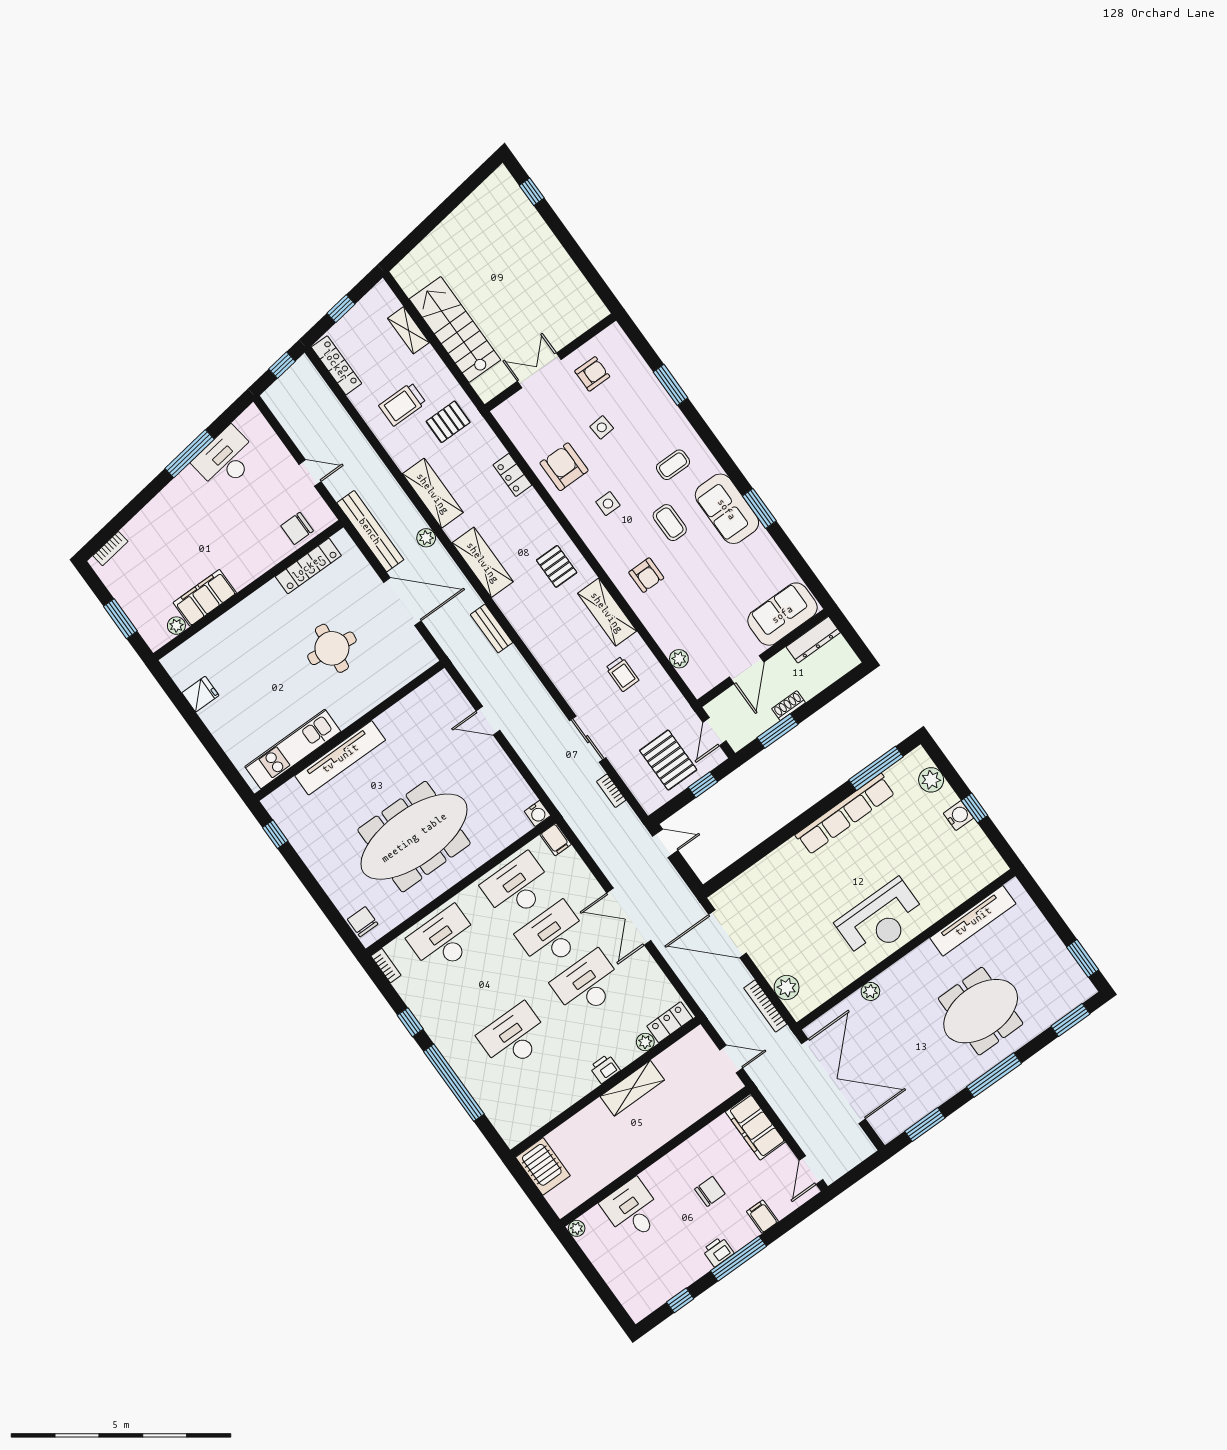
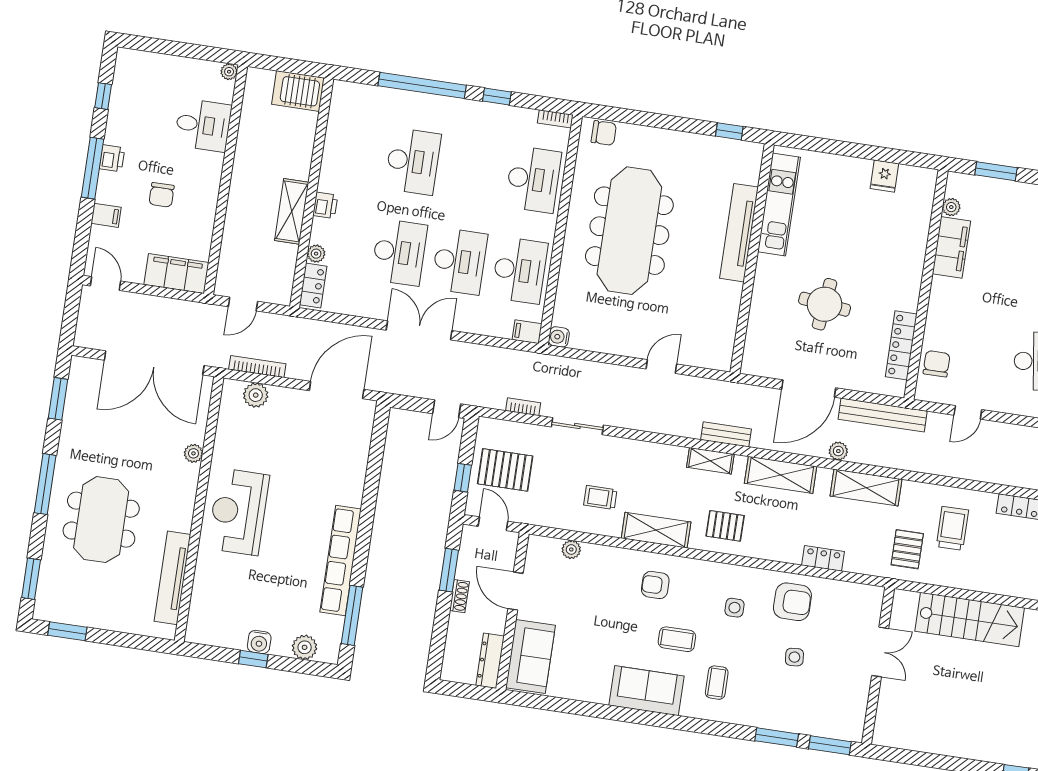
shelving: (408, 330) -> (710, 461), moved
armchair: (592, 374) -> (840, 688), removed
window: (759, 508) -> (830, 745), moved

